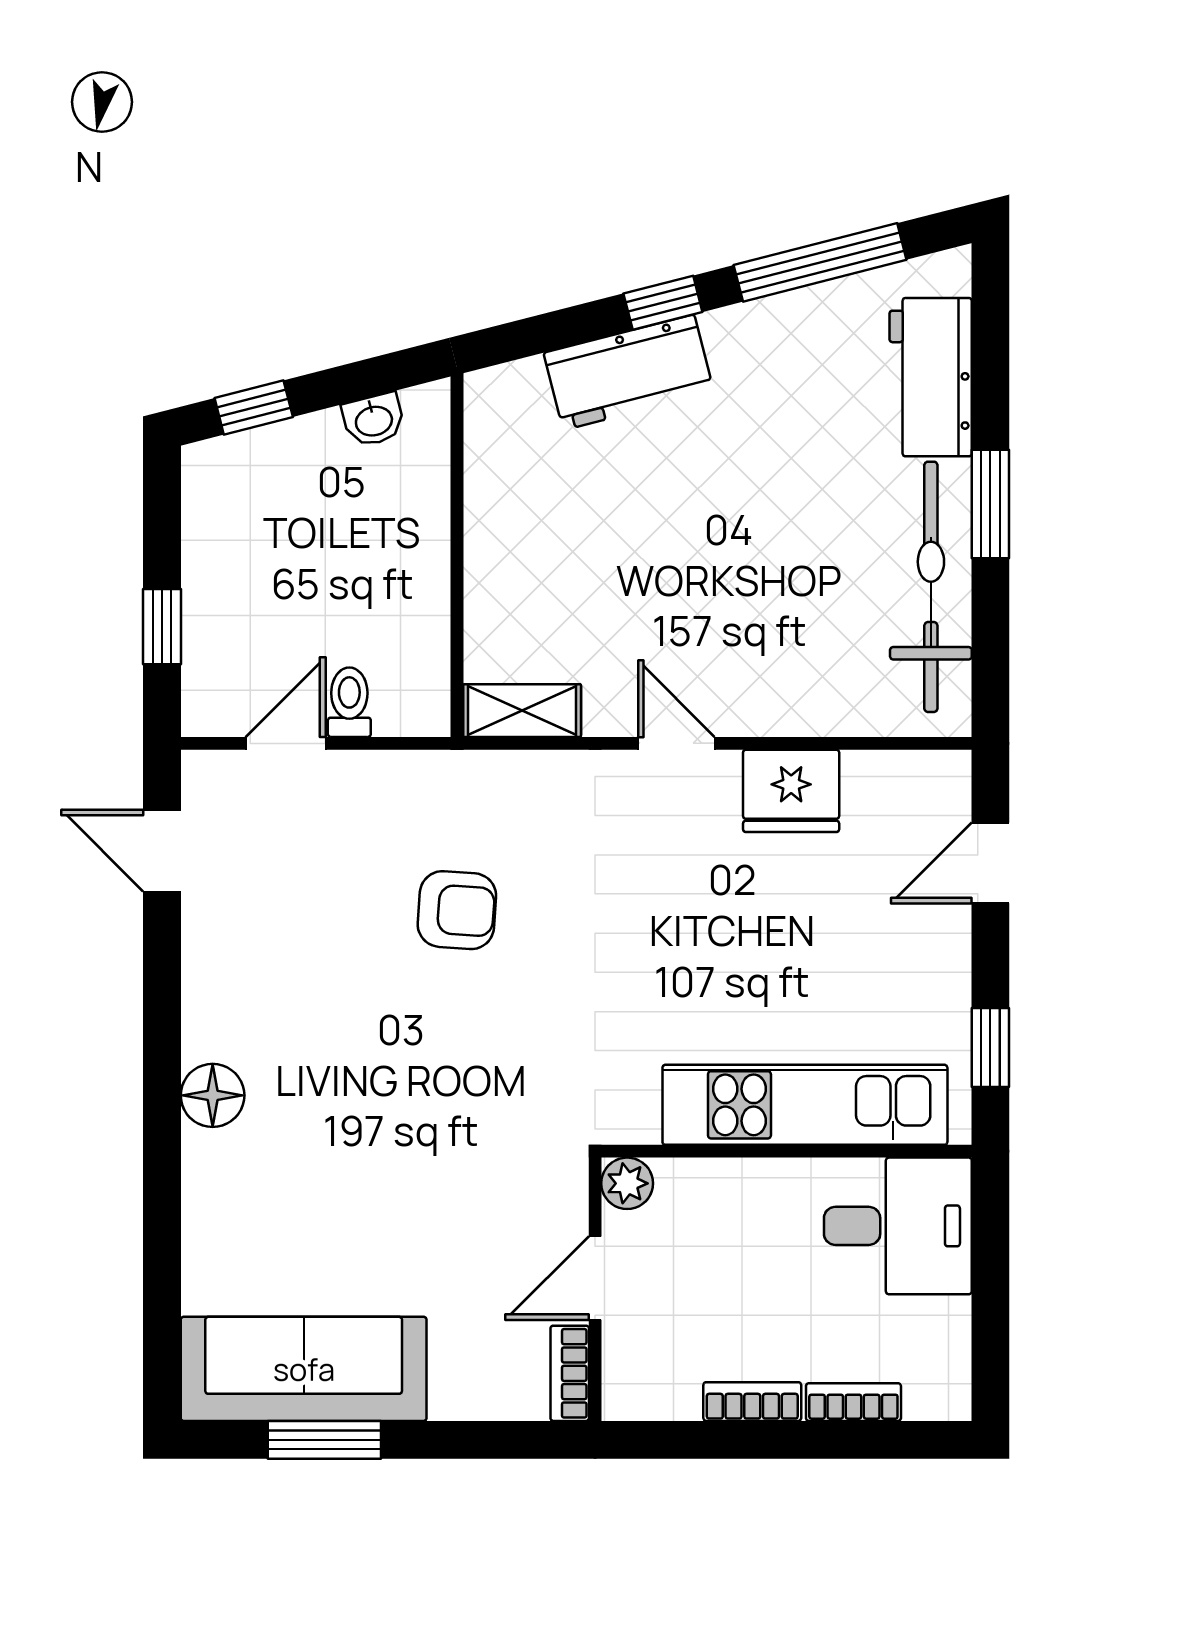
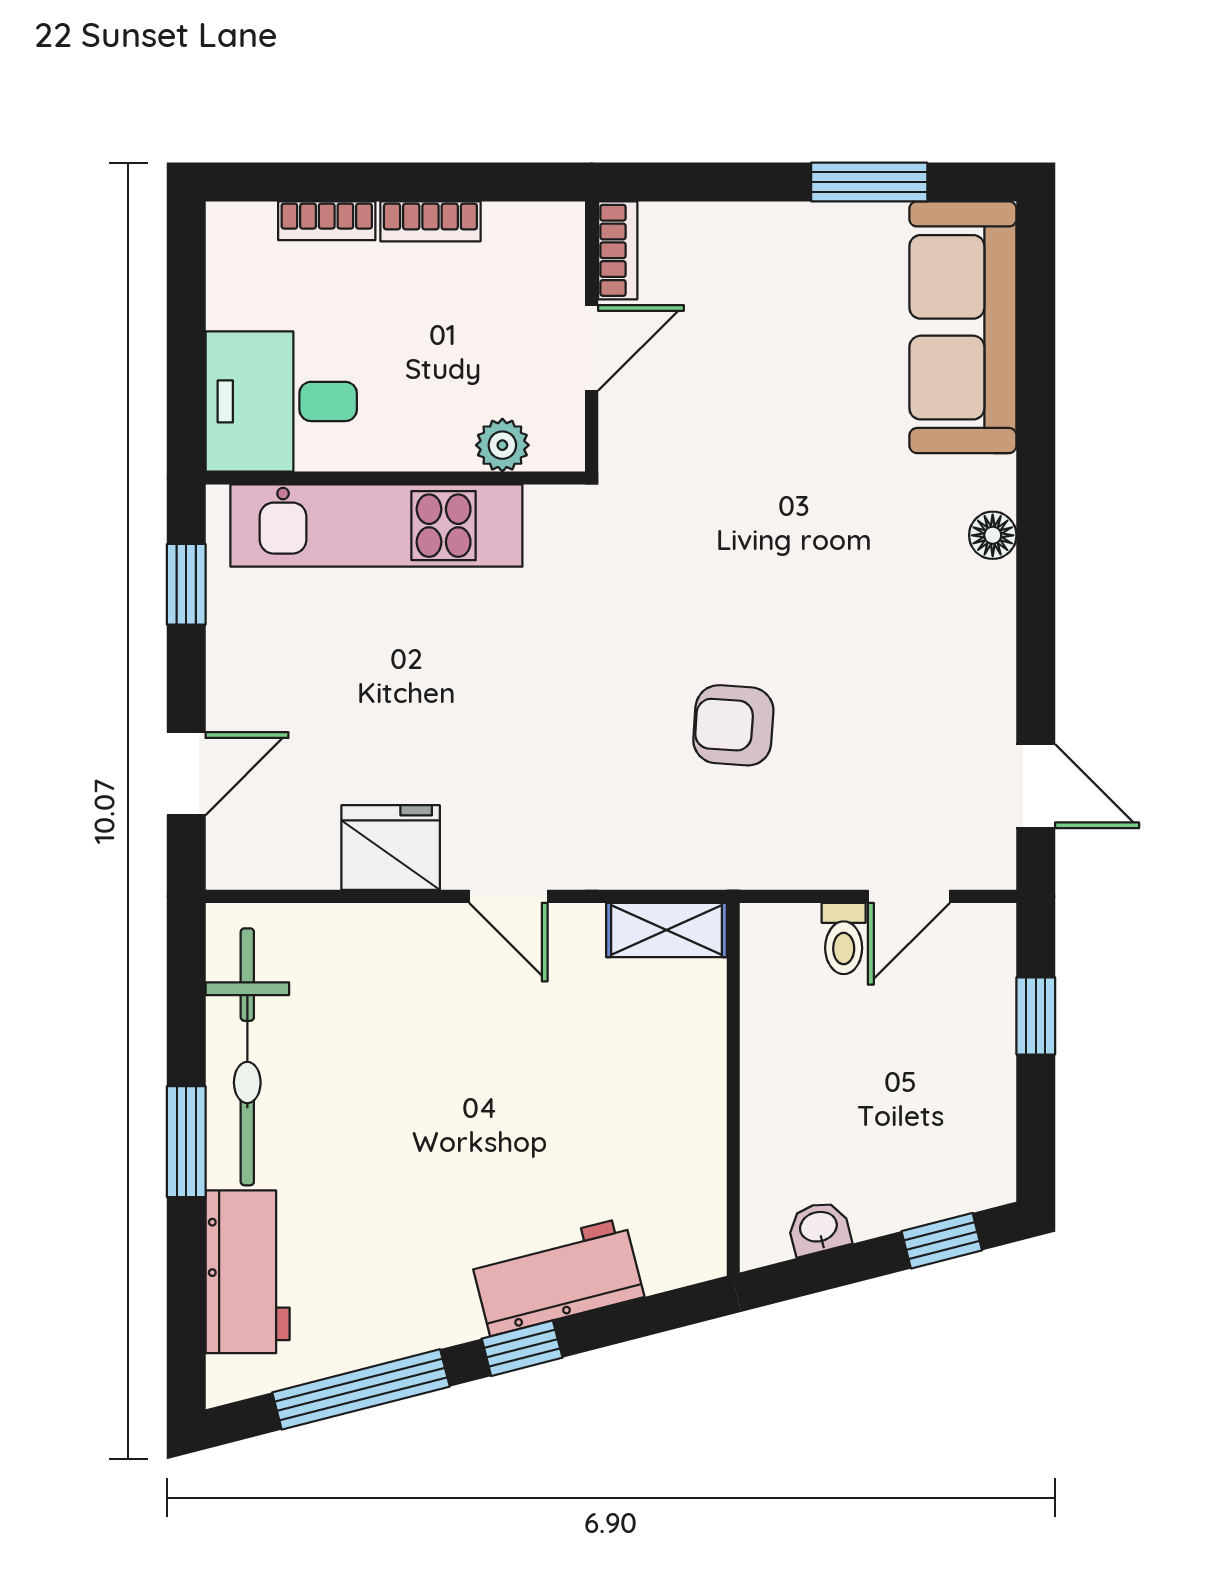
floor lamp: (213, 1095) -> (993, 535), width x0.73, depth x0.73
plant: (627, 1183) -> (502, 445), moved
sofa: (304, 1369) -> (963, 327), moved, turned 90

